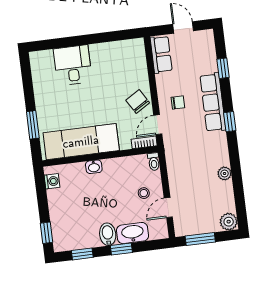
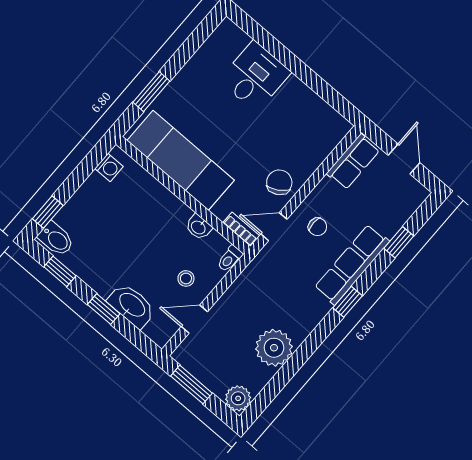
washbasin: (94, 167) -> (199, 227), moved
plant: (225, 173) -> (274, 348), width x1.87, depth x1.87
bidet: (108, 234) -> (56, 239), moved, turned 90

